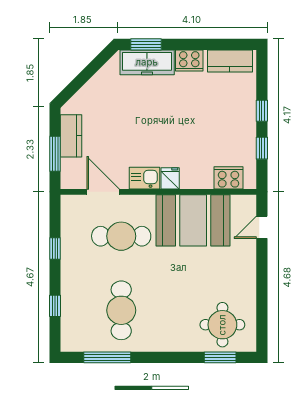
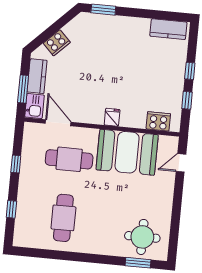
cooker: (189, 60) -> (57, 43), moved, turned -45
freezer: (147, 62) -> (103, 24), removed
kitchen sink: (144, 178) -> (34, 106), moved, turned 90
window: (107, 357) -> (49, 254), removed

